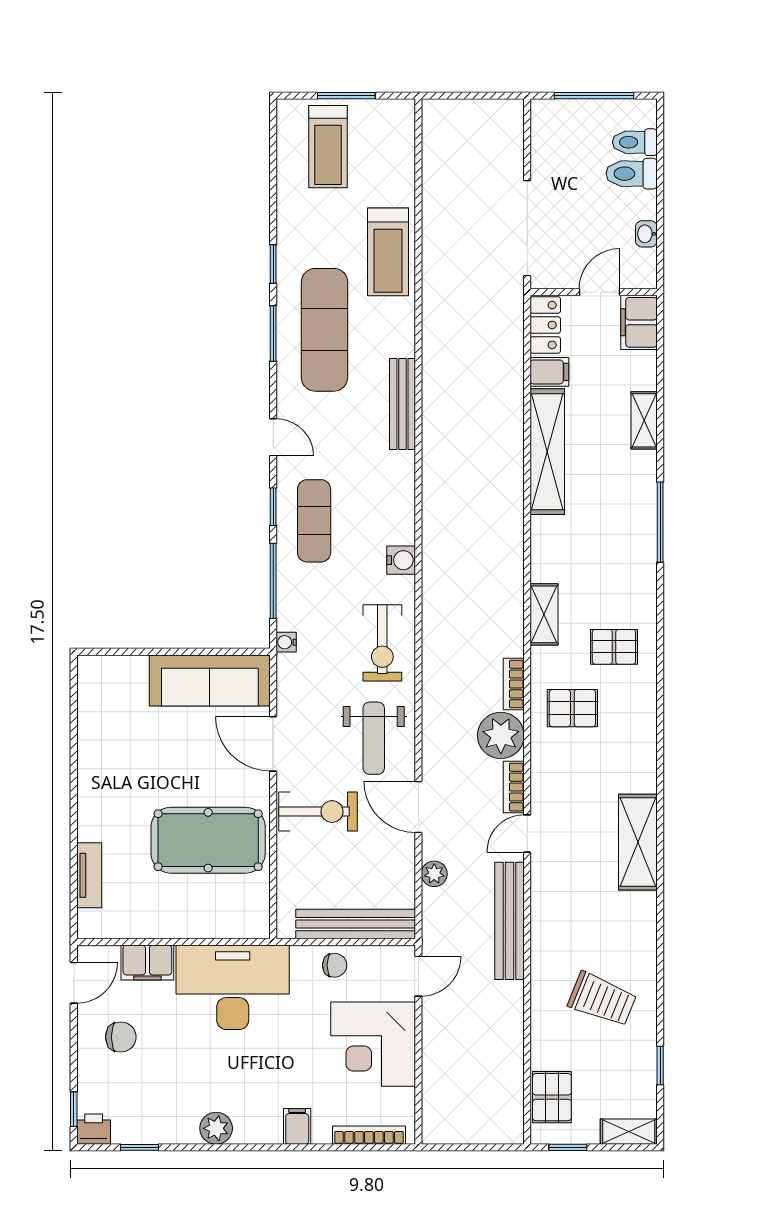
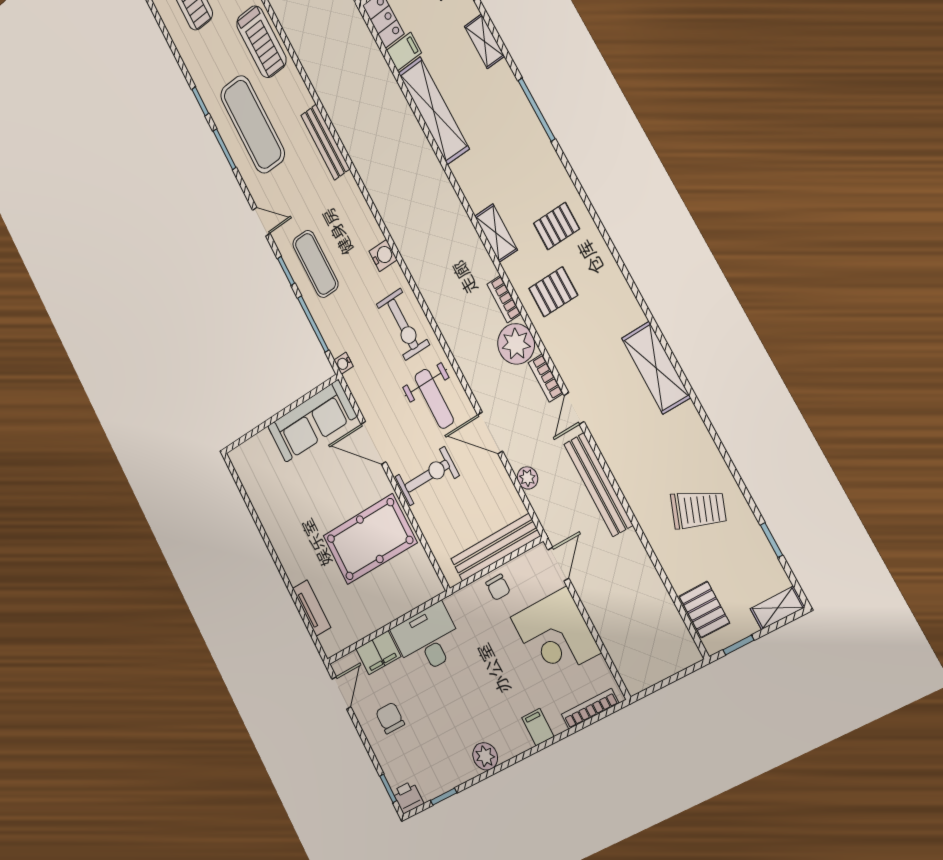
chair: (335, 965) -> (498, 587), turned 90
desk: (233, 987) -> (428, 639), width x0.73, depth x0.77
chair: (121, 1037) -> (390, 718), turned -90

